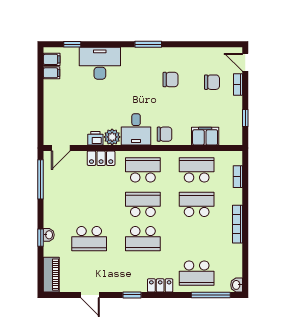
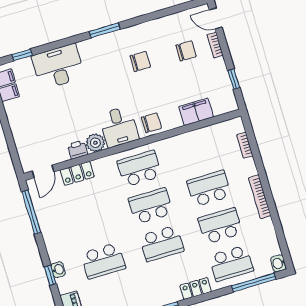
locker: (101, 158) -> (77, 173), moved
school desk: (197, 170) -> (220, 226), moved

